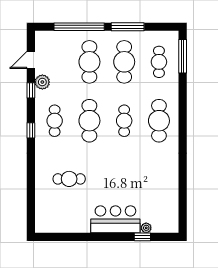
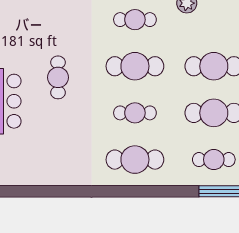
cafe table: (69, 179) -> (58, 77), moved

